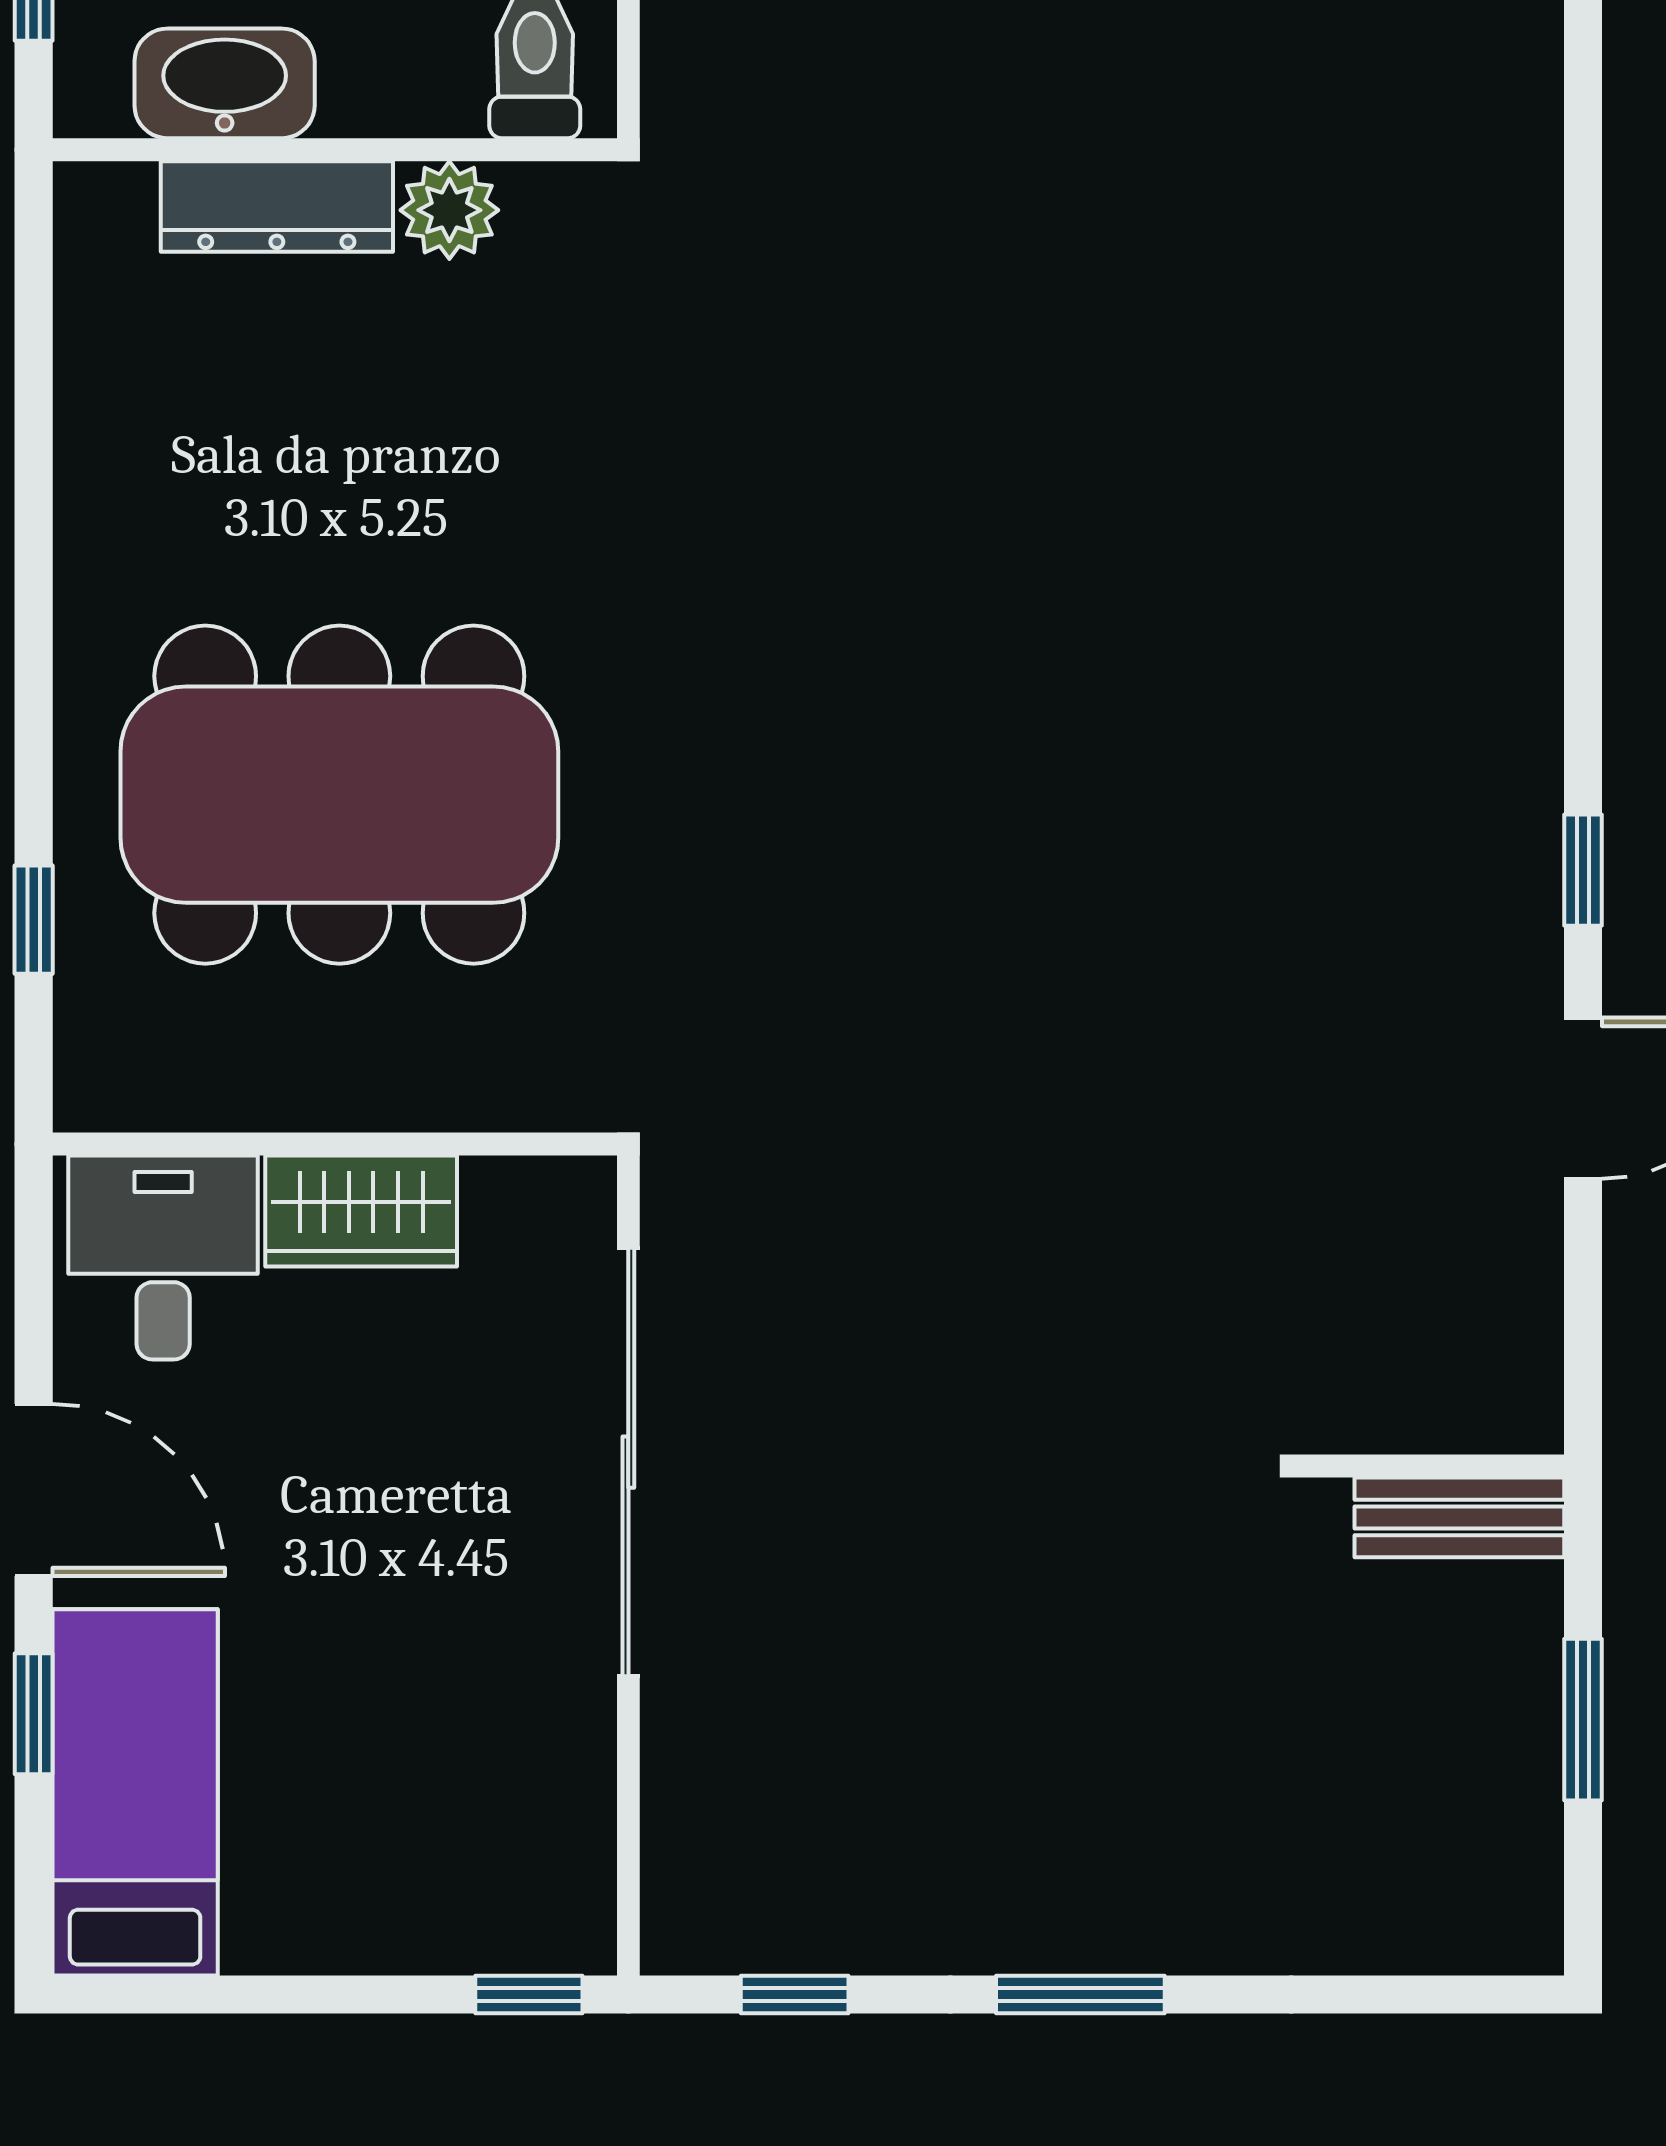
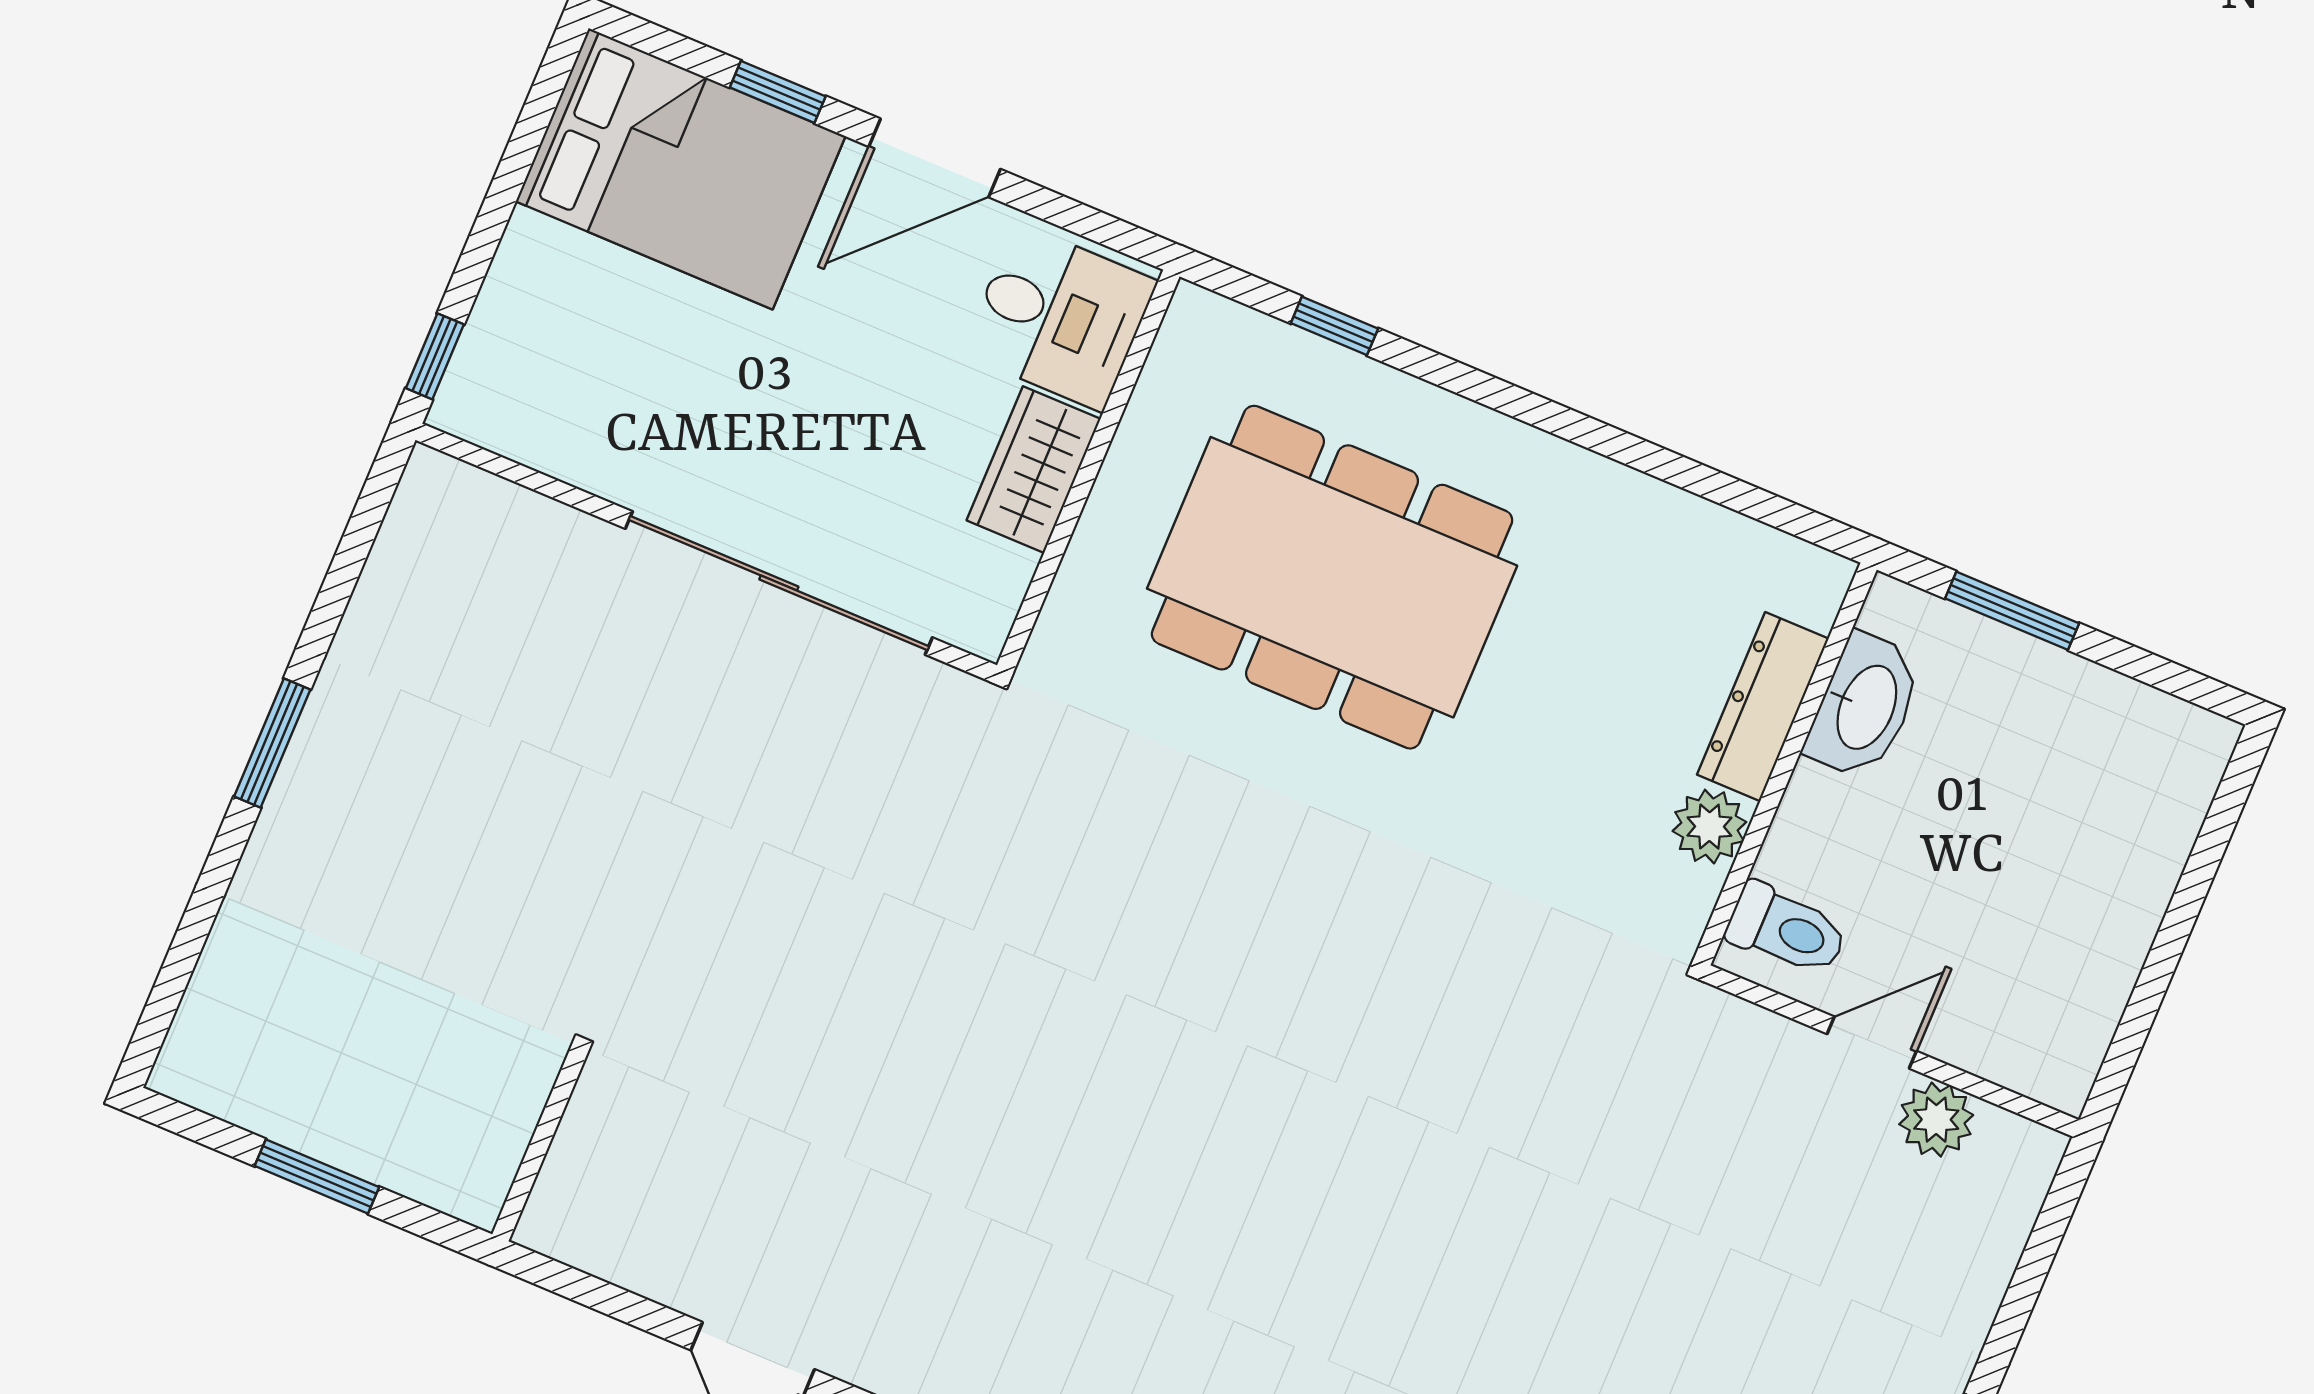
dining table: (339, 795) -> (1332, 577), turned 90
bench: (1459, 1517) -> (495, 1149), removed
bed: (135, 1792) -> (681, 169), width x1.50
window: (795, 1995) -> (356, 543), removed

